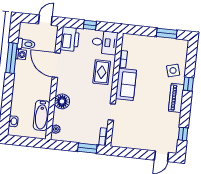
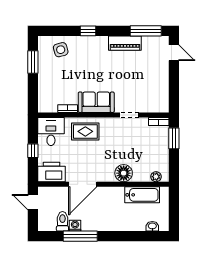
side table: (173, 70) -> (61, 50), moved
piano: (176, 98) -> (125, 43), moved
window: (183, 134) -> (146, 31), width x2.17

